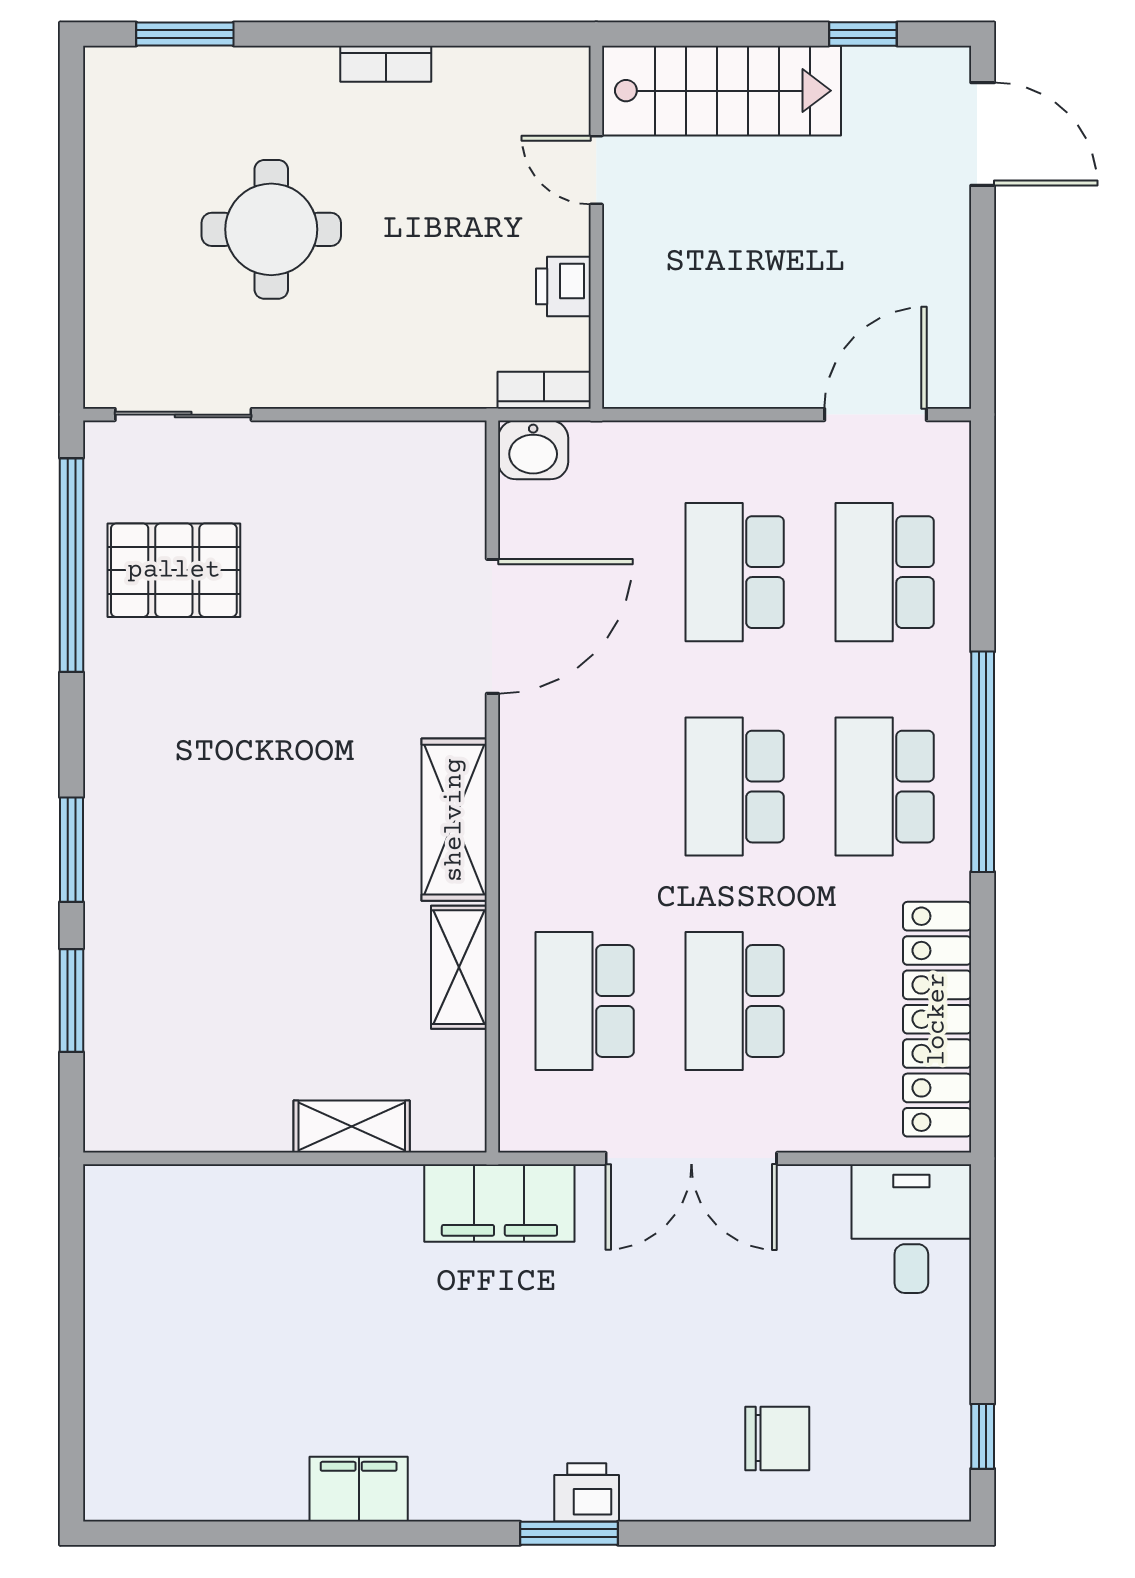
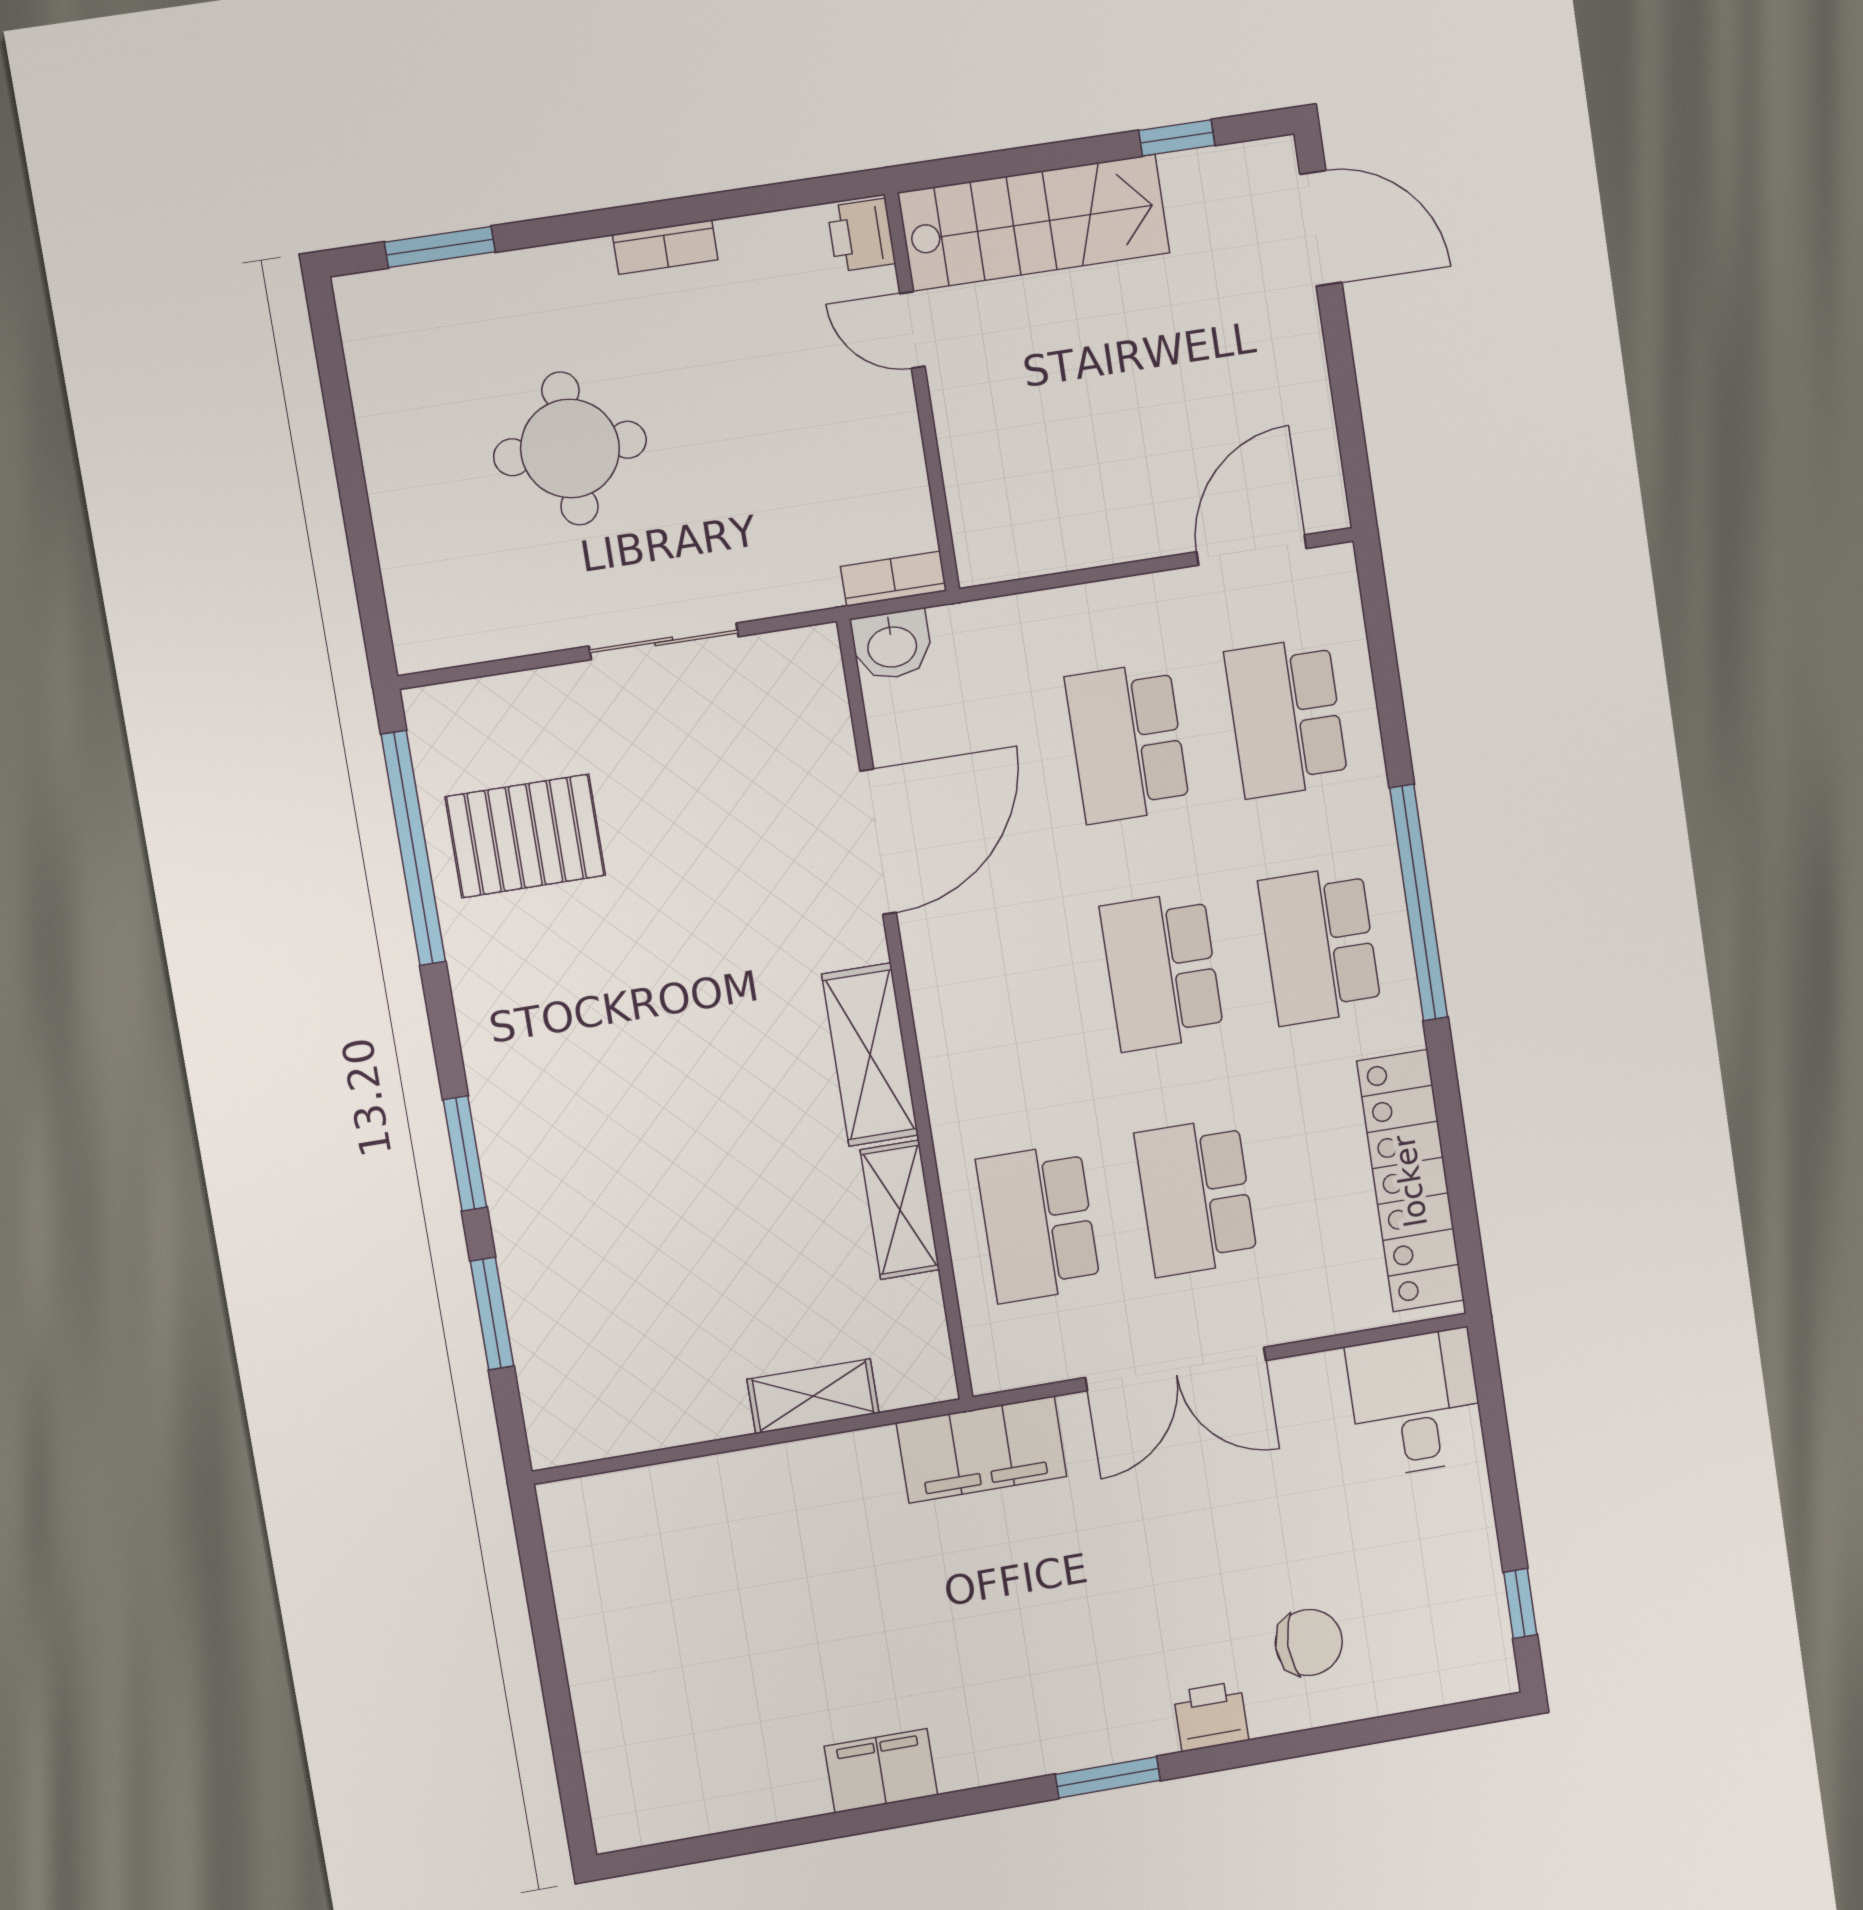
printer: (563, 286) -> (861, 235), moved
sliding door: (183, 415) -> (664, 641), moved
printer: (587, 1492) -> (1211, 1716), moved

